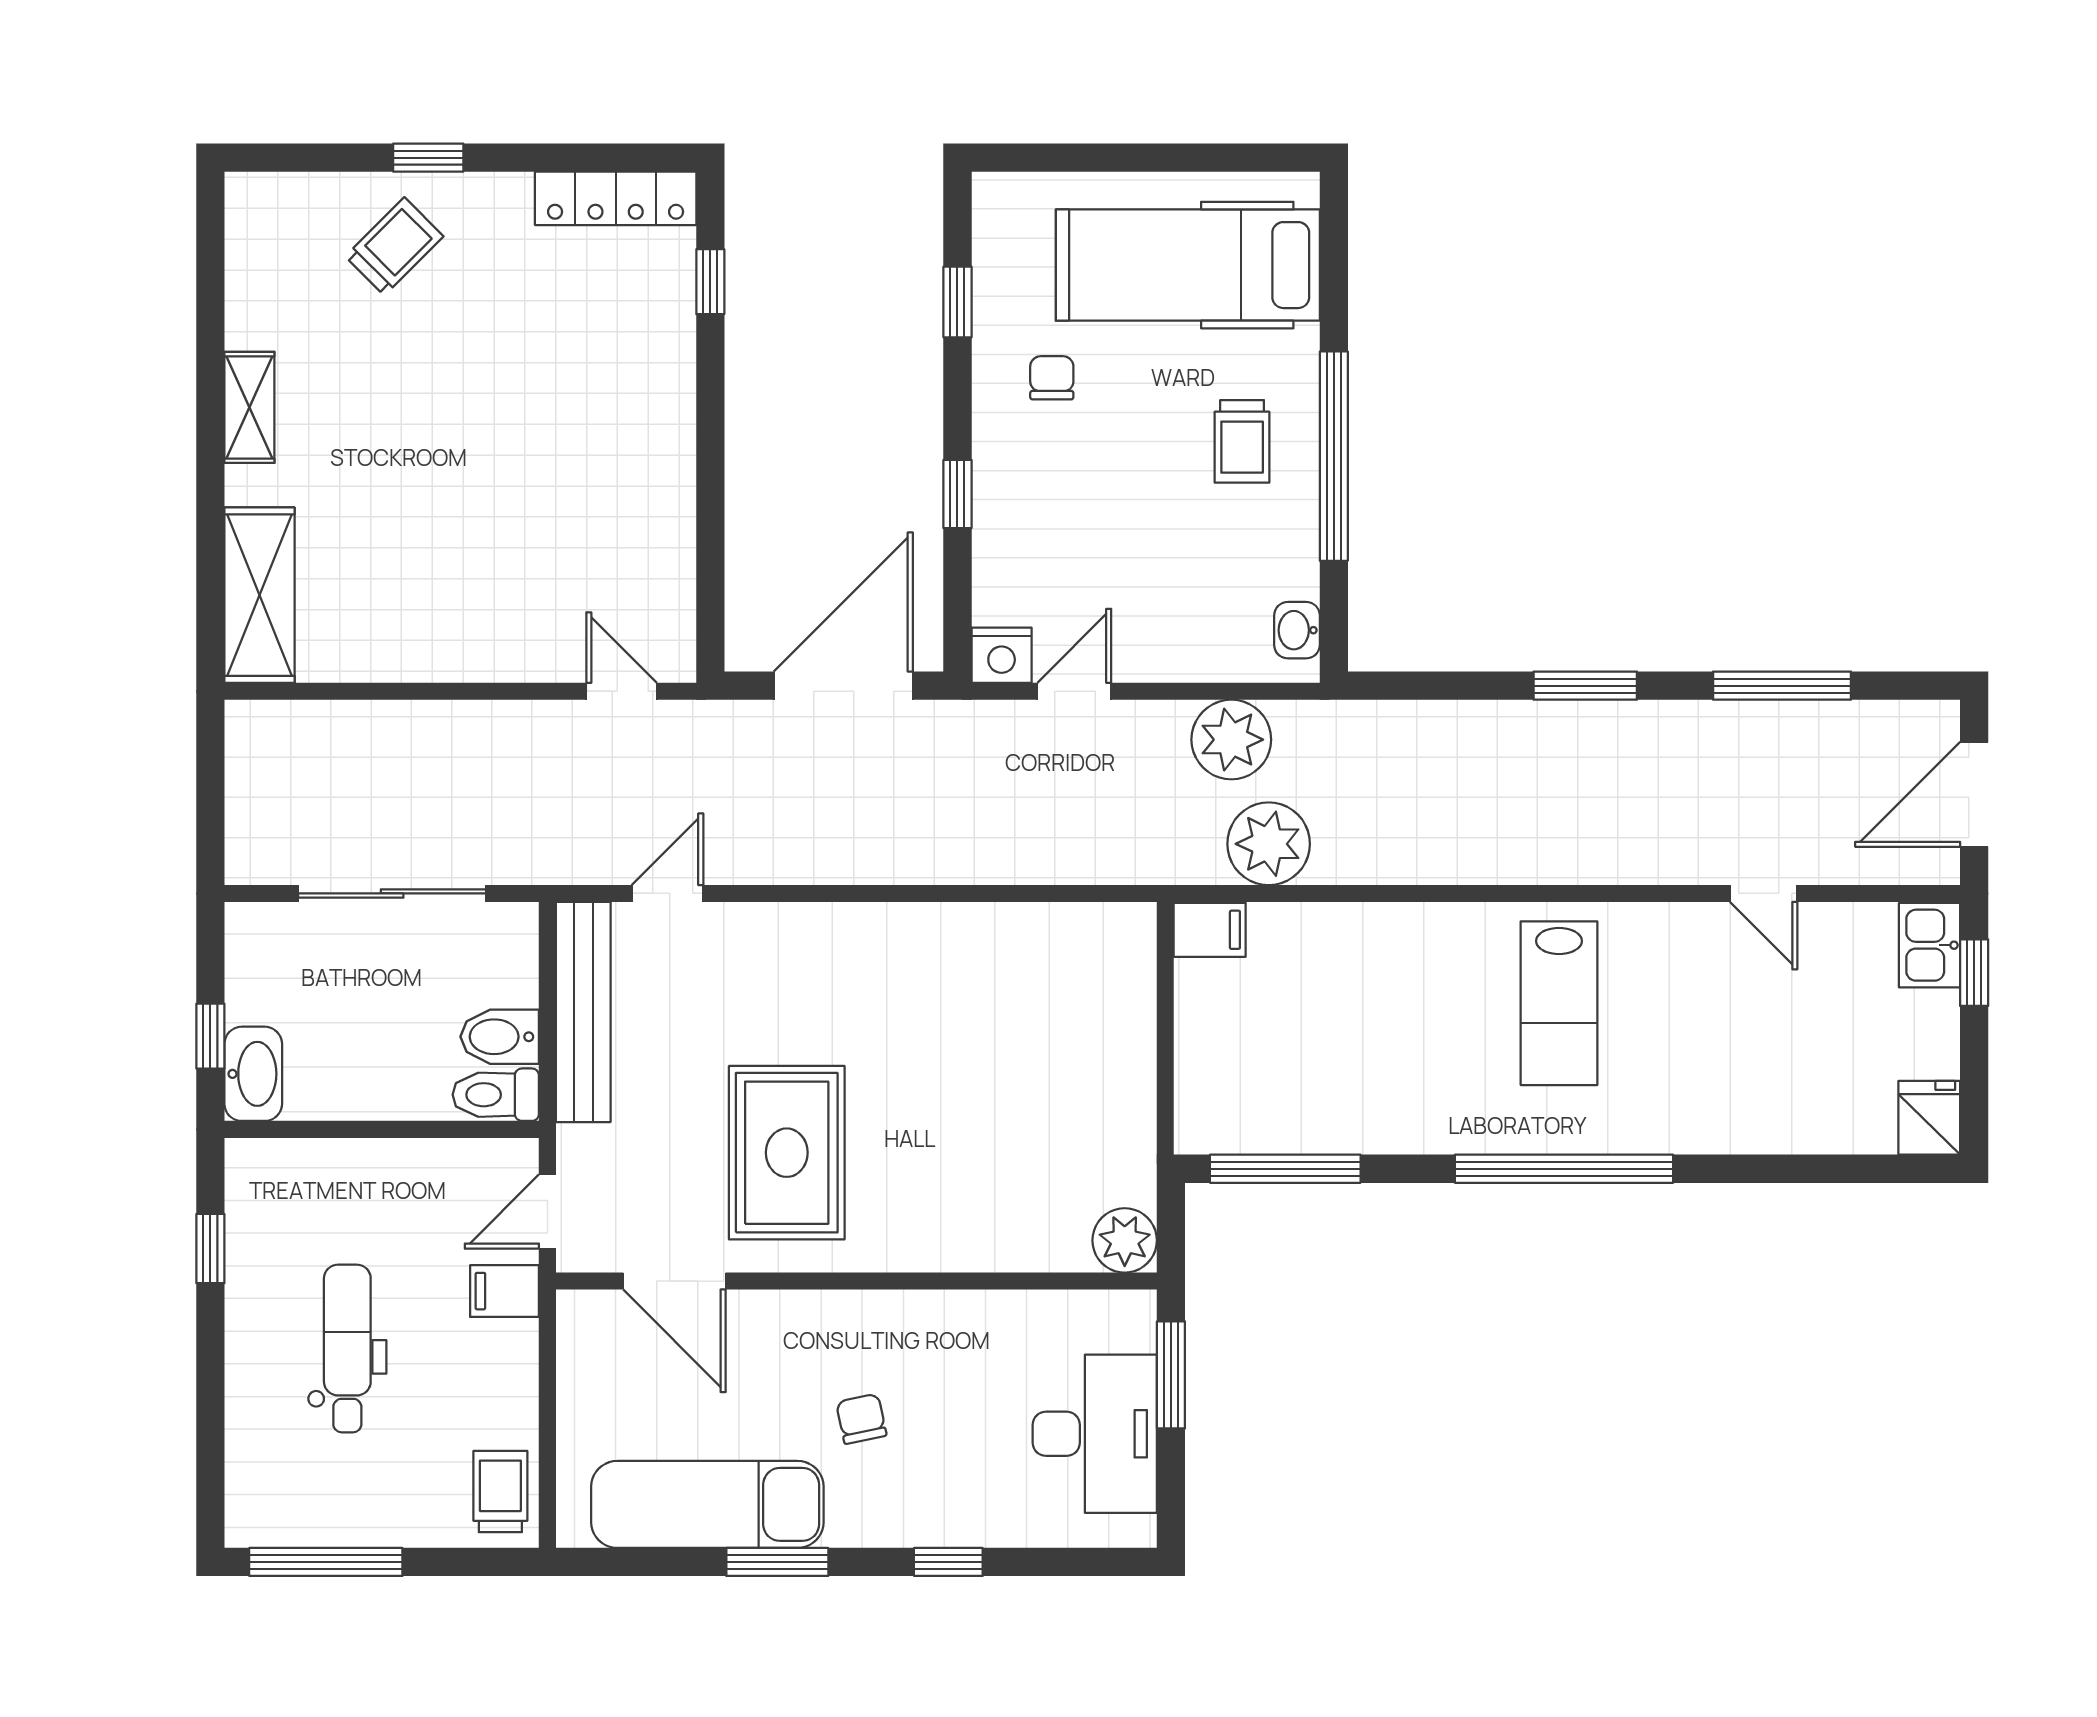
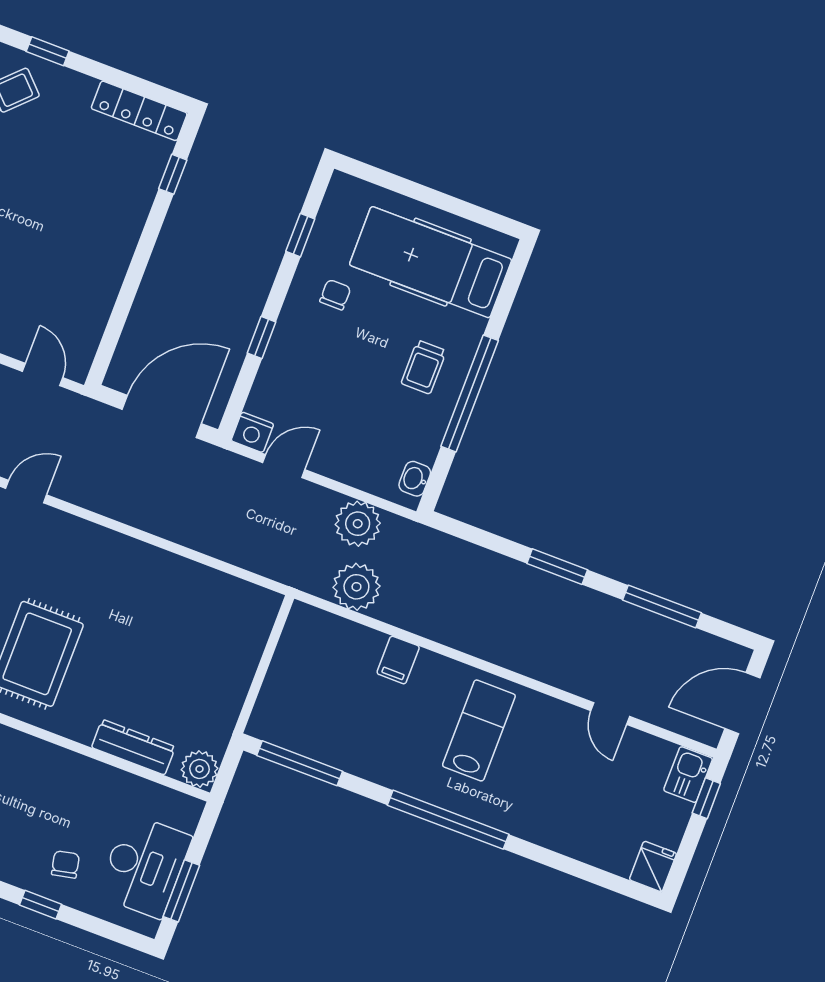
filing cabinet: (1210, 930) -> (398, 660), moved, turned 90
lab bench: (1559, 1003) -> (479, 730), turned 180
dresser: (1003, 1246) -> (133, 747), added
window: (1171, 1375) -> (181, 891), moved
chair: (861, 1419) -> (65, 864), moved

